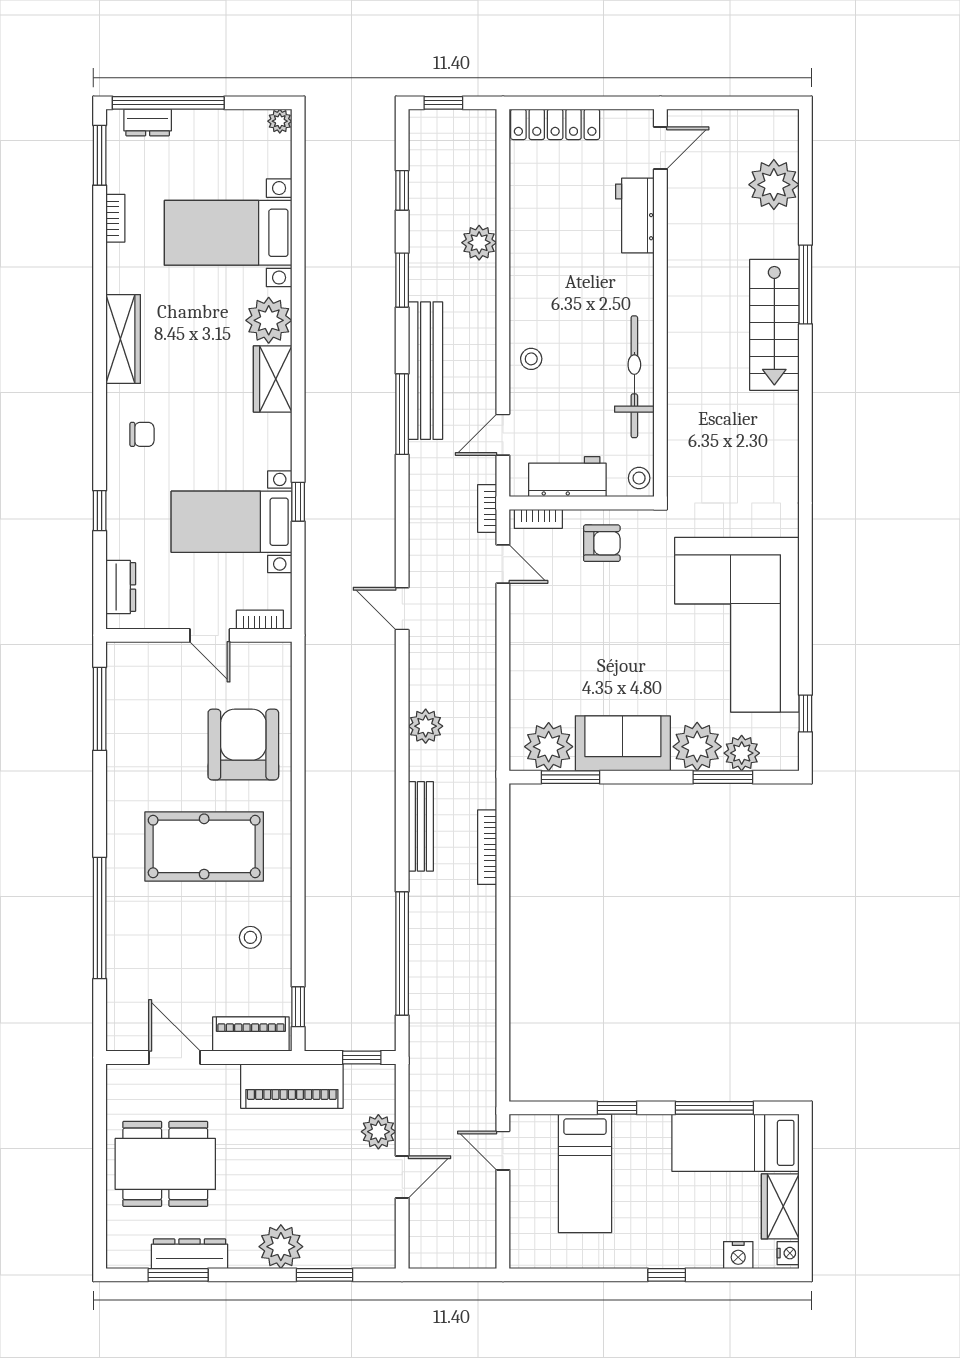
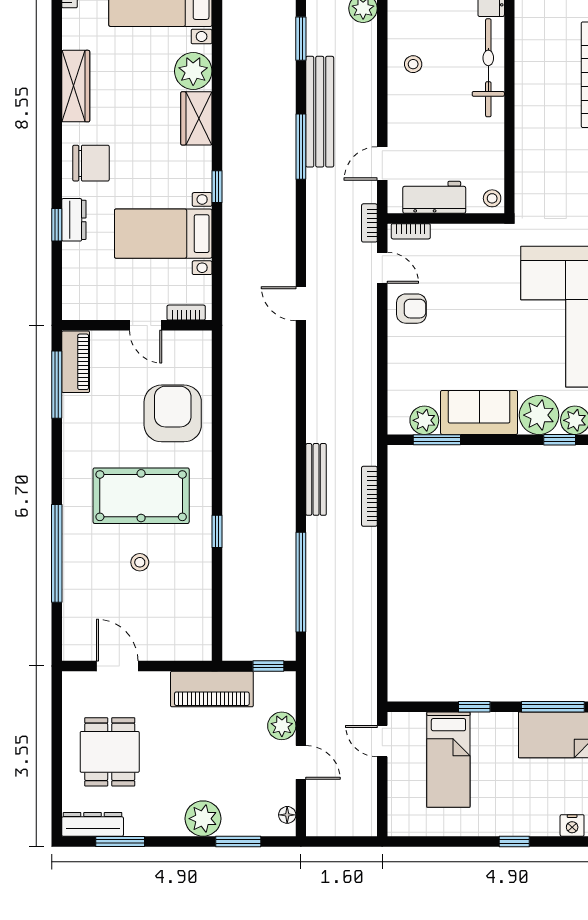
stool: (531, 359) -> (413, 64), moved
bicycle: (634, 377) -> (488, 68), moved
chair: (142, 434) -> (91, 163), width x1.87, depth x1.87
window: (298, 502) -> (217, 187), moved
armchair: (602, 543) -> (411, 309), moved
dresser: (121, 587) -> (74, 220), moved
plant: (426, 726) -> (320, 399), removed
plant: (549, 747) -> (424, 420), width x0.73, depth x0.73
window: (723, 777) -> (560, 440), width x0.67
stool: (250, 937) -> (140, 562), moved
window: (298, 1007) -> (217, 531), moved
piano: (251, 1034) -> (76, 362), moved, turned 90
dining table: (165, 1164) -> (110, 752), width x0.73
door: (402, 1177) -> (301, 762), hinge flipped
floor lamp: (385, 1242) -> (287, 815), added
dresser: (190, 1254) -> (93, 824), moved

